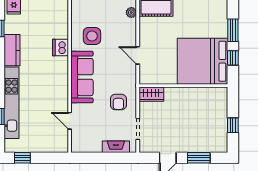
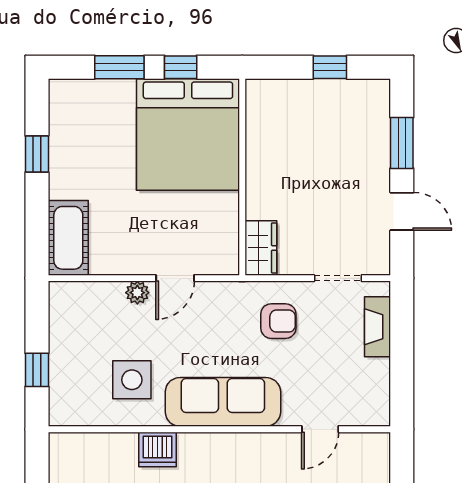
plant: (131, 12) -> (137, 293), moved

